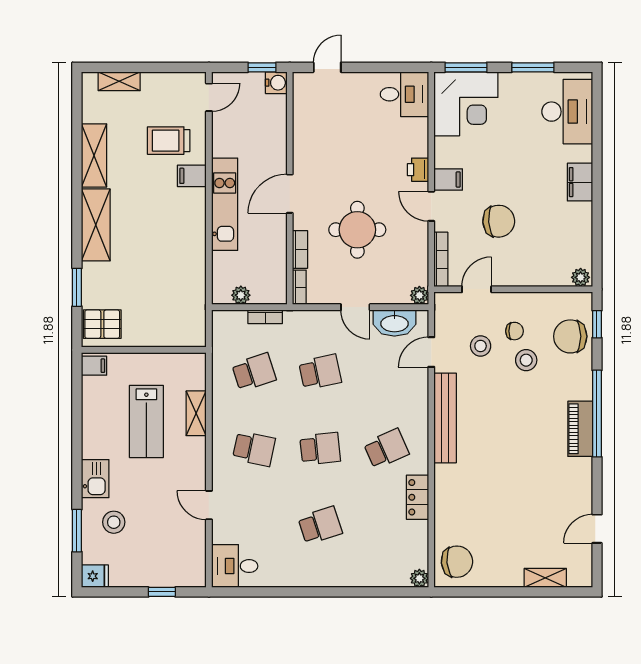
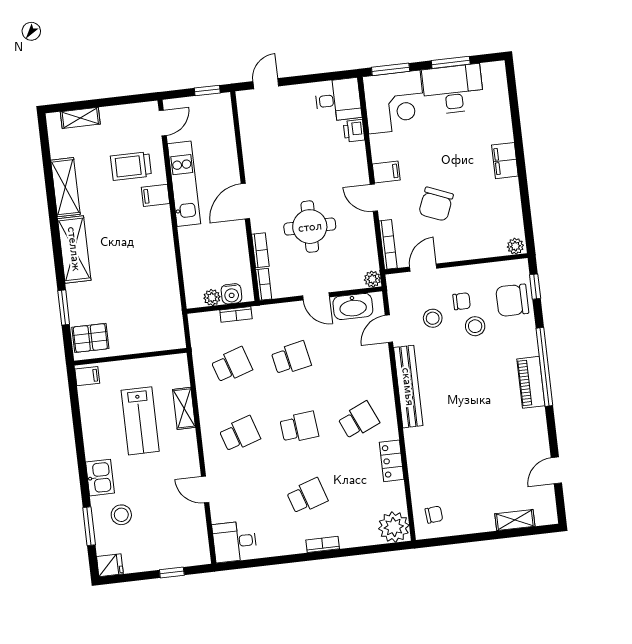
water cooler: (276, 83) -> (231, 294), moved, turned 90
desk: (567, 112) -> (453, 89), moved, turned -90
printer: (418, 170) -> (354, 131), moved
kitchen unit: (225, 204) -> (184, 184), moved
chair: (499, 221) -> (436, 204), turned 116
school desk: (254, 449) -> (240, 434), turned -30
chair: (457, 562) -> (434, 515), width x0.54, depth x0.54
plant: (419, 578) -> (394, 527), width x1.88, depth x1.88
bookcase: (331, 580) -> (323, 544), added

